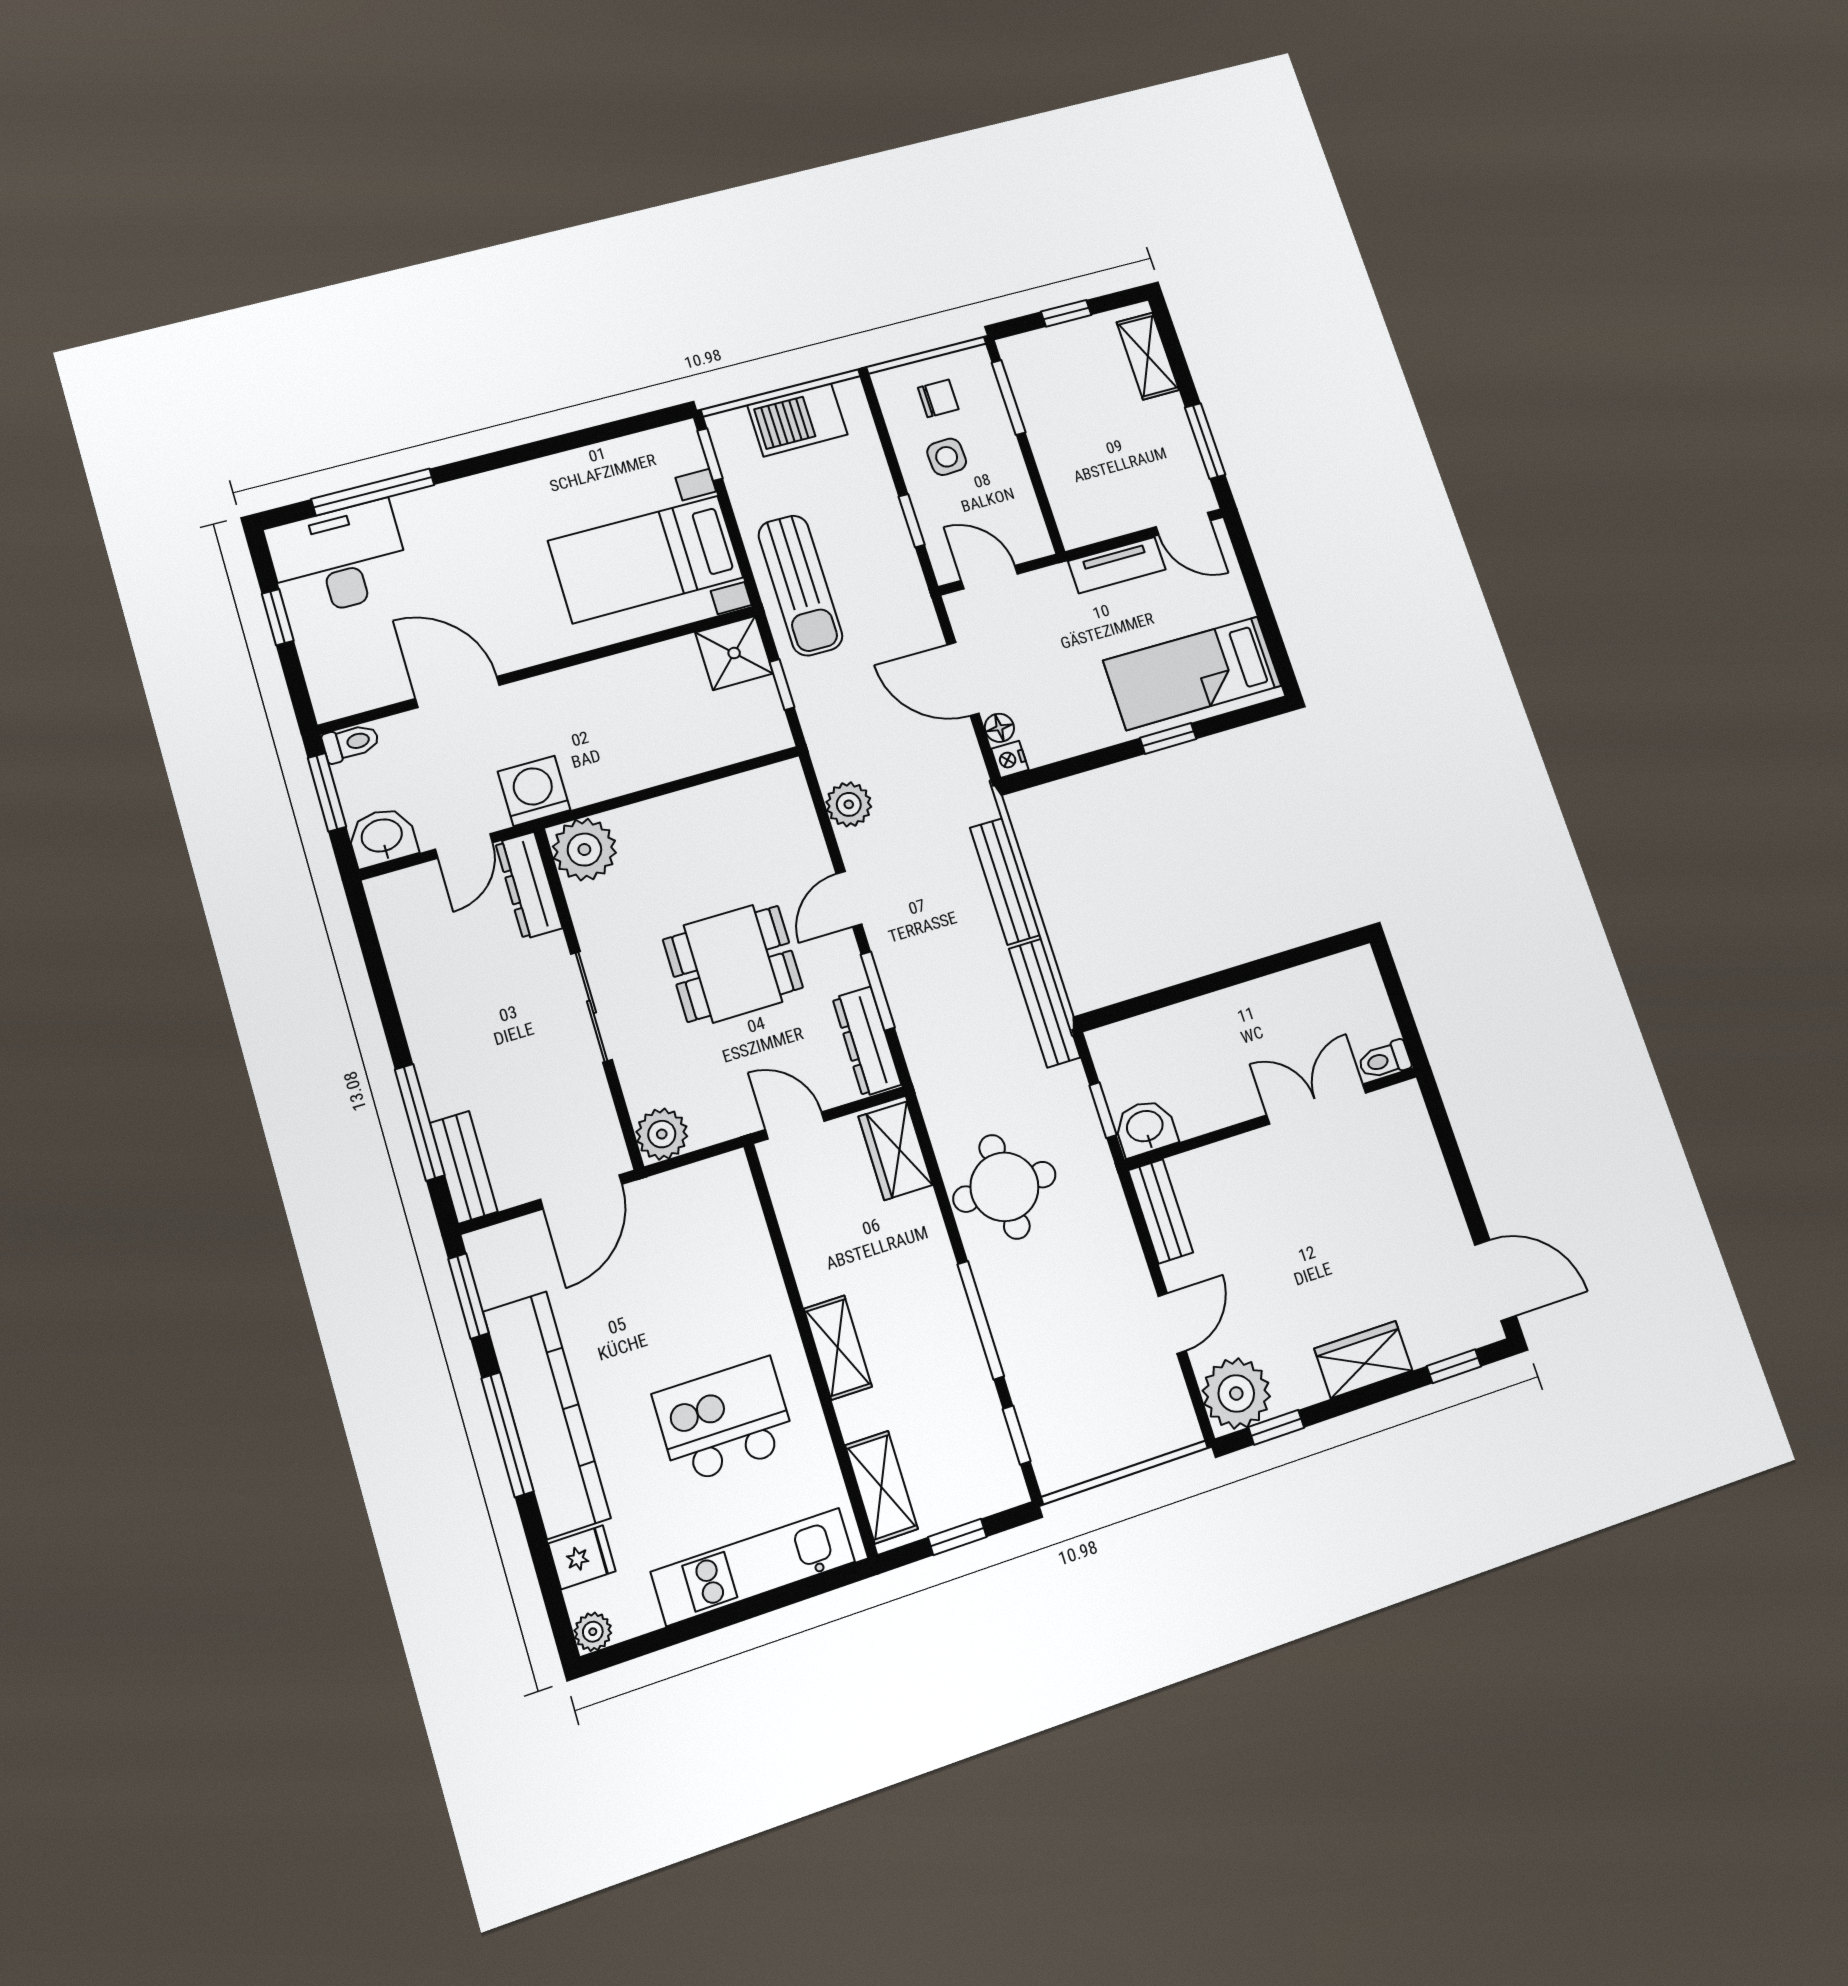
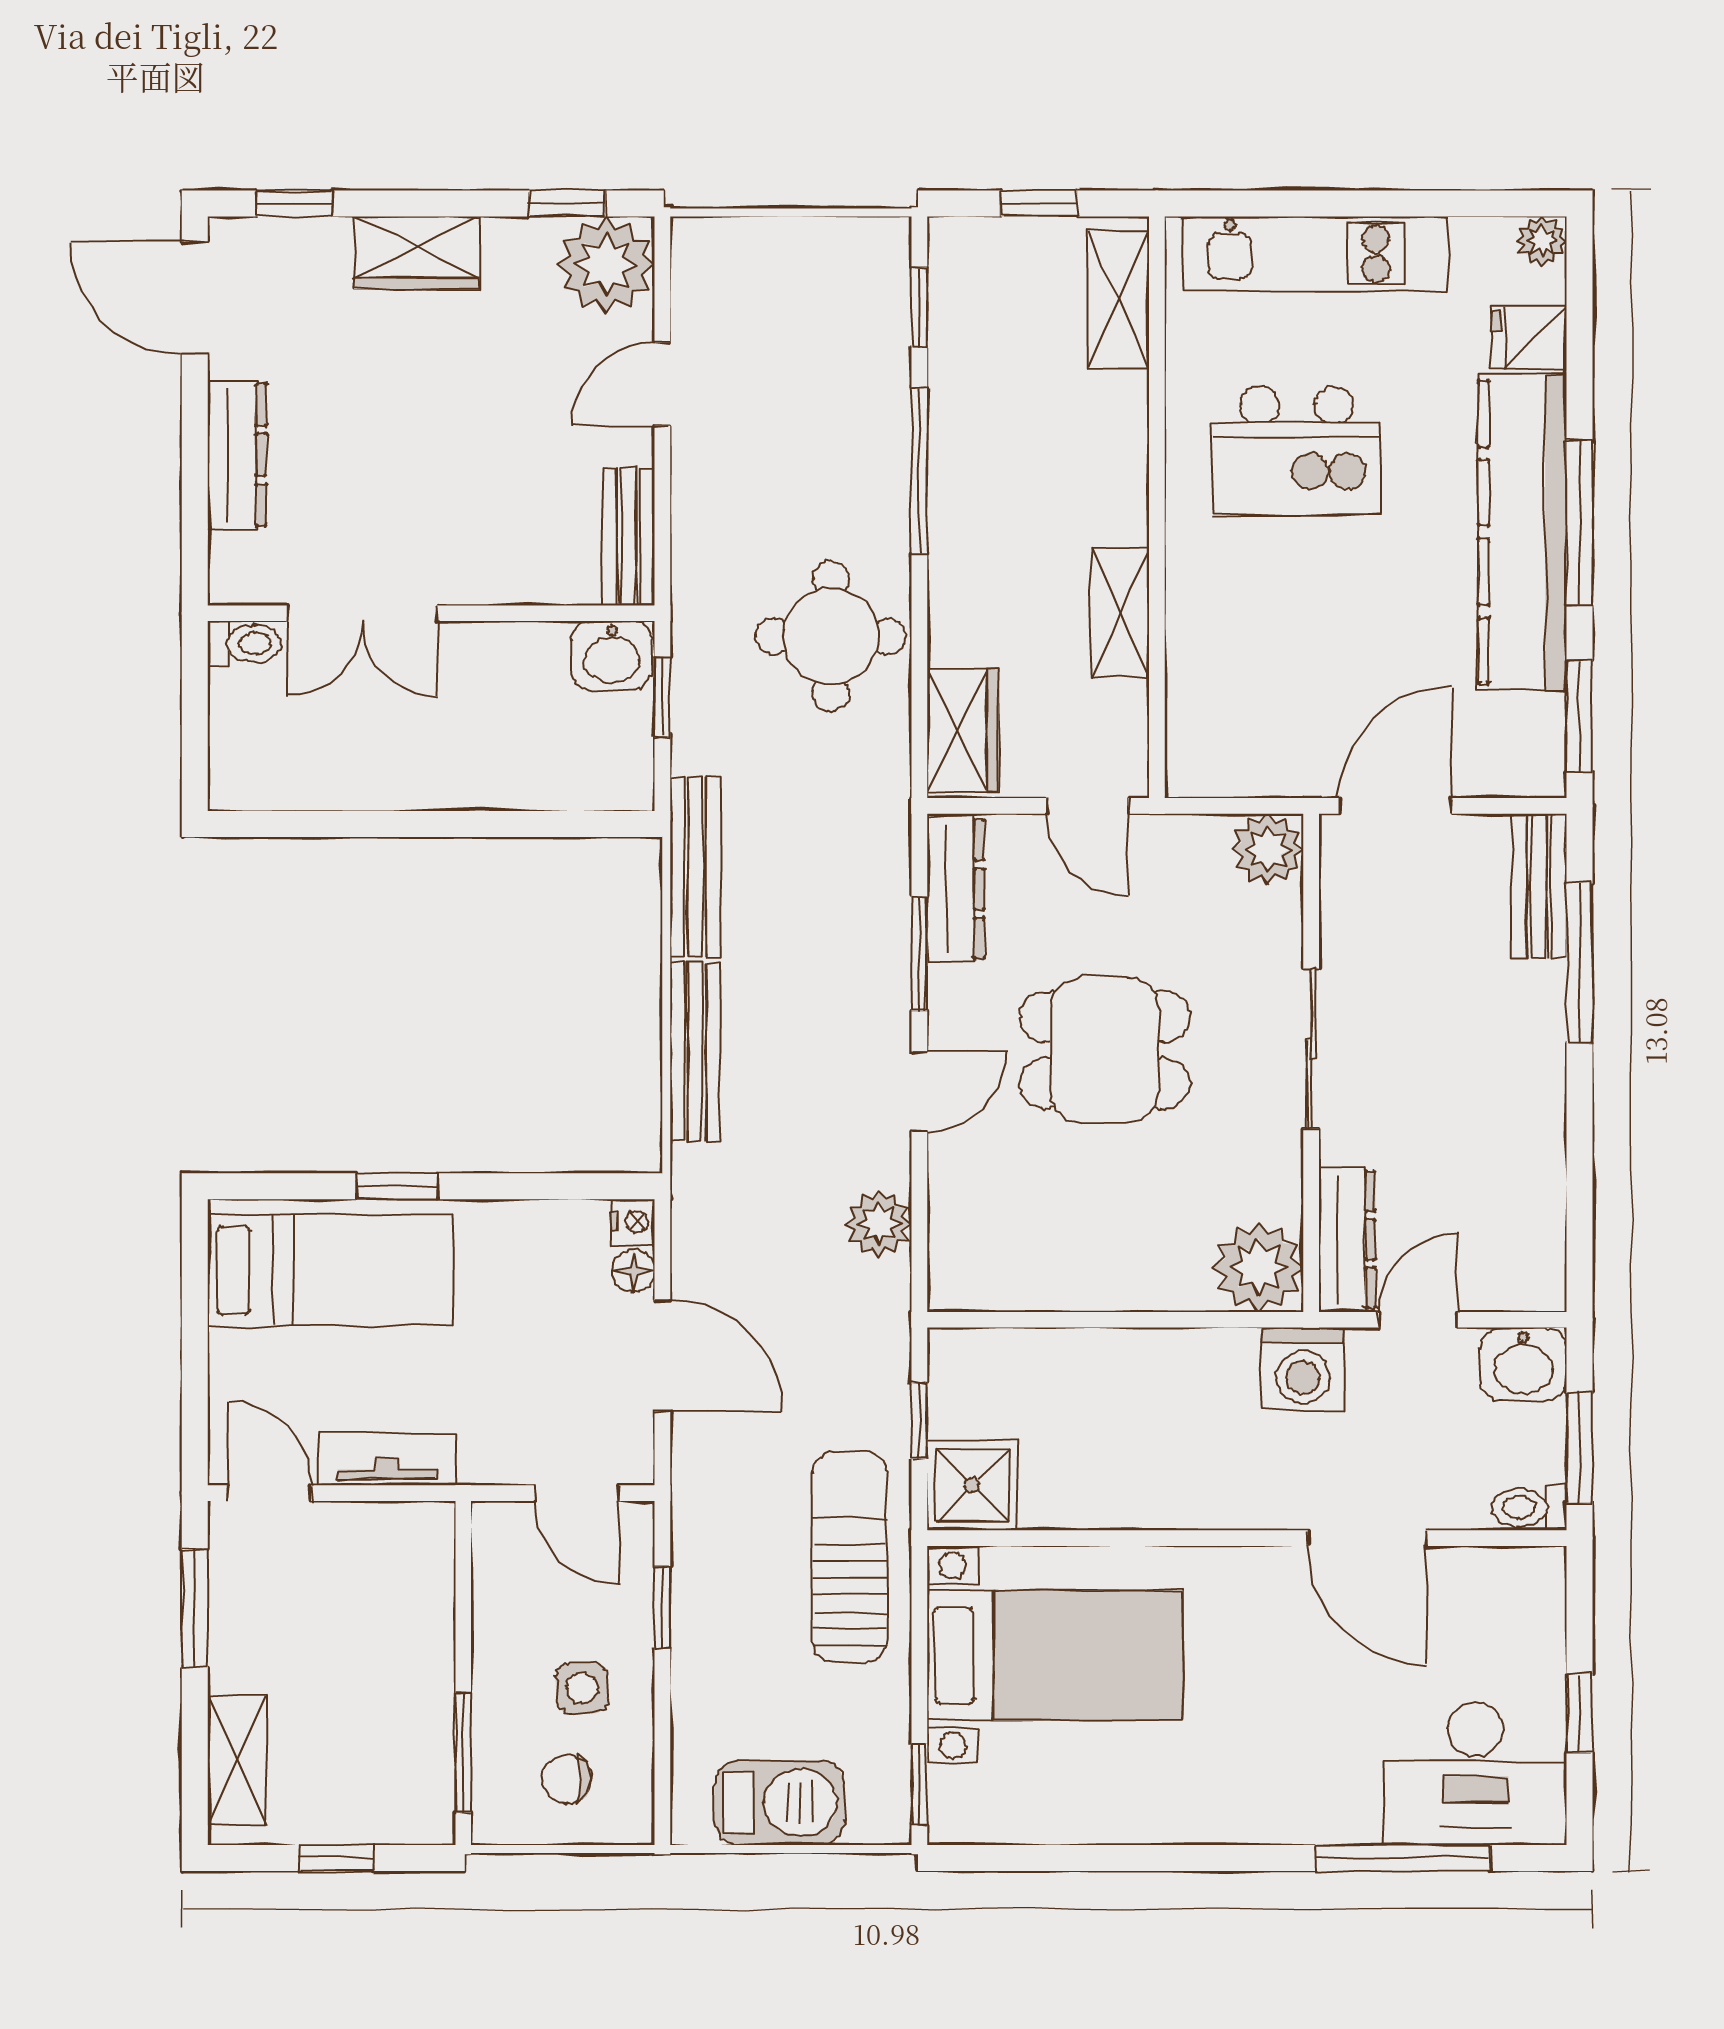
dresser: (1432, 1184) -> (237, 455), added
shelving: (838, 1348) -> (1120, 612), moved

